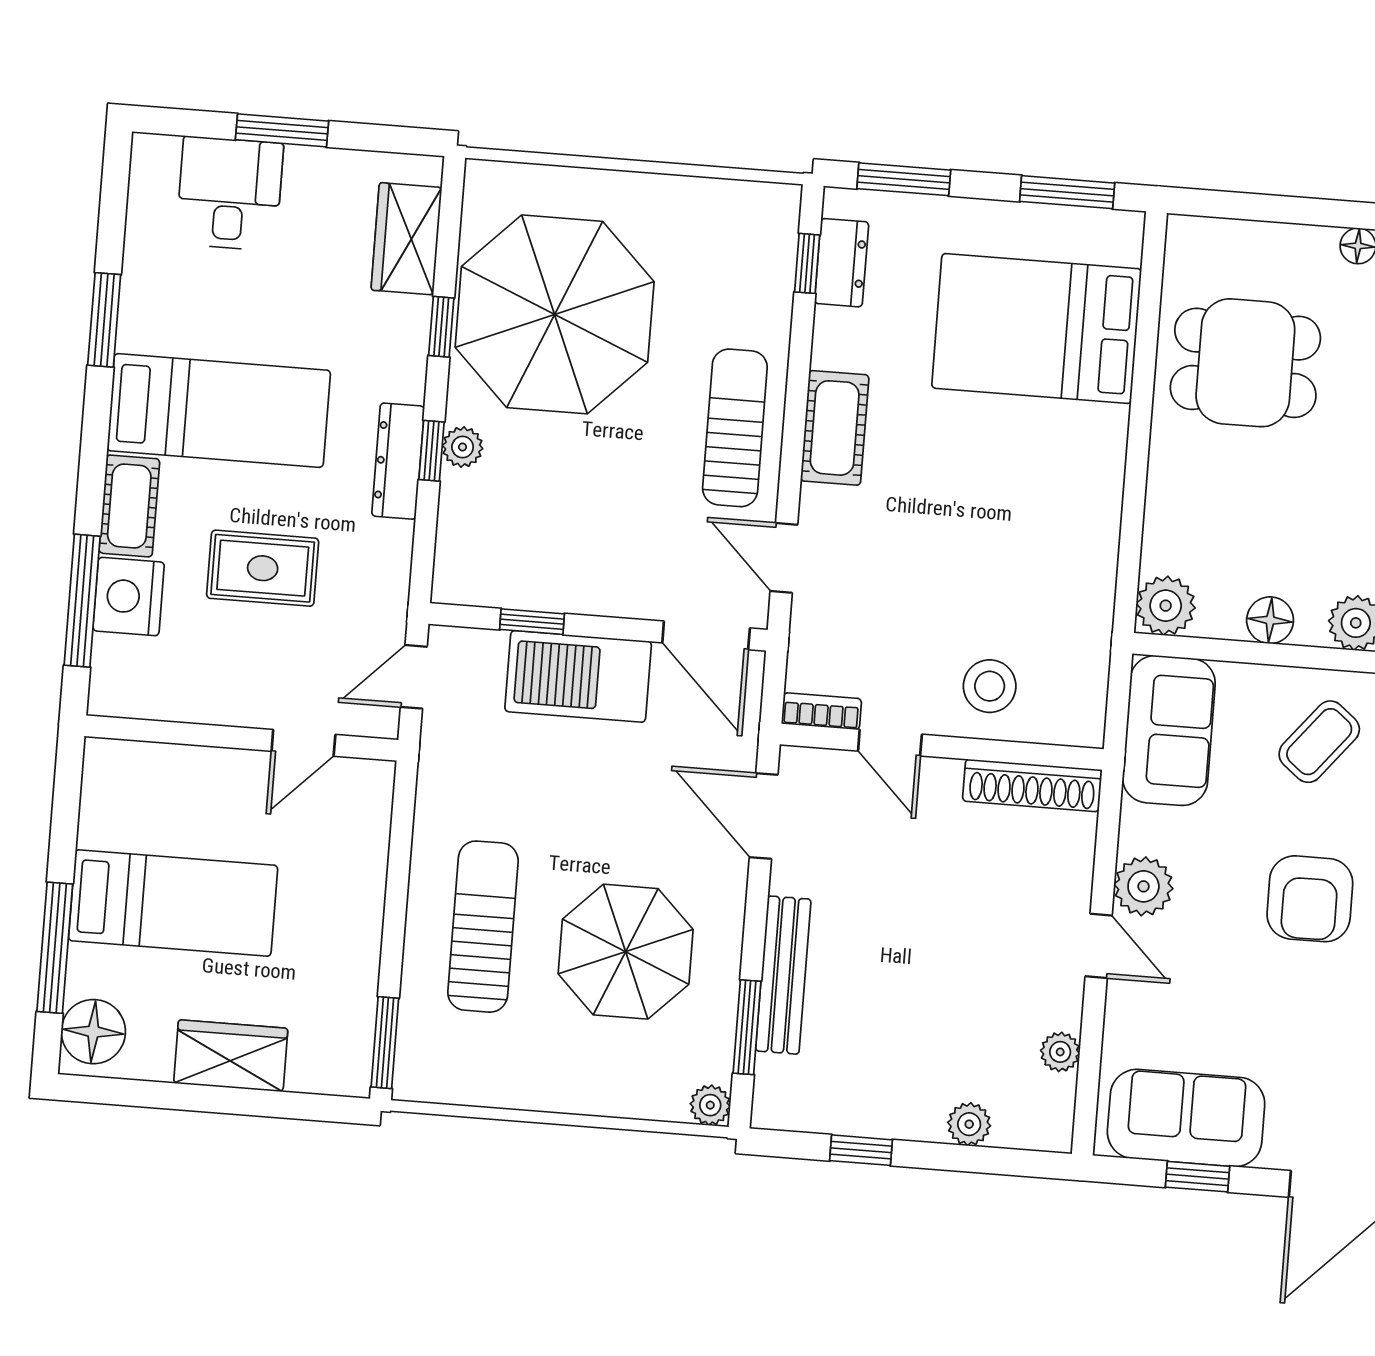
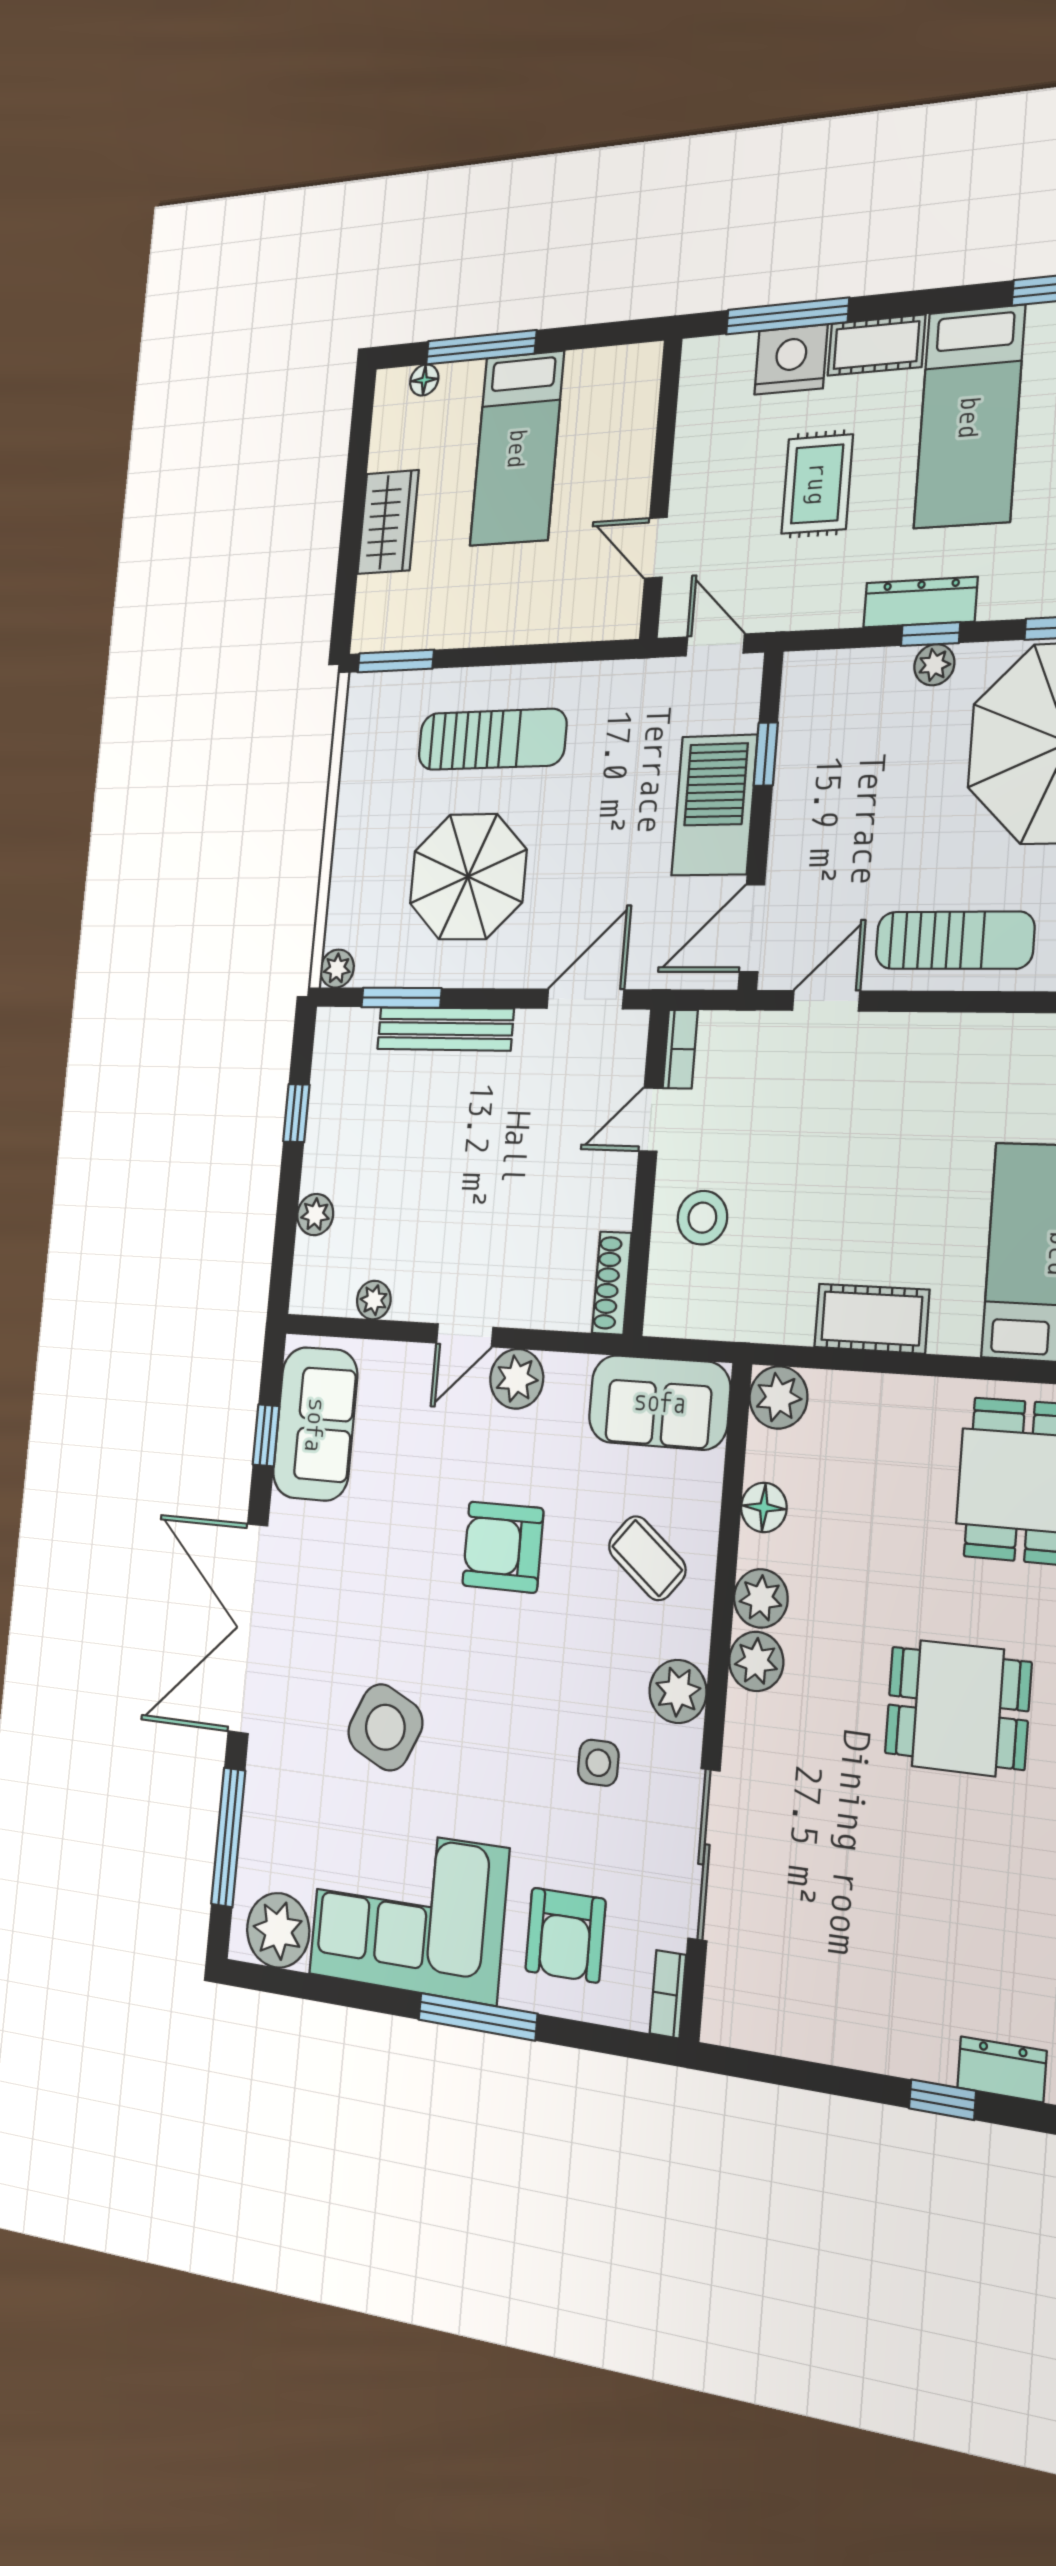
cot: (835, 428) -> (872, 1318), moved
shoe rack: (1032, 785) -> (612, 1283), width x0.74, depth x0.81
floor lamp: (93, 1032) -> (424, 380), width x0.53, depth x0.53

